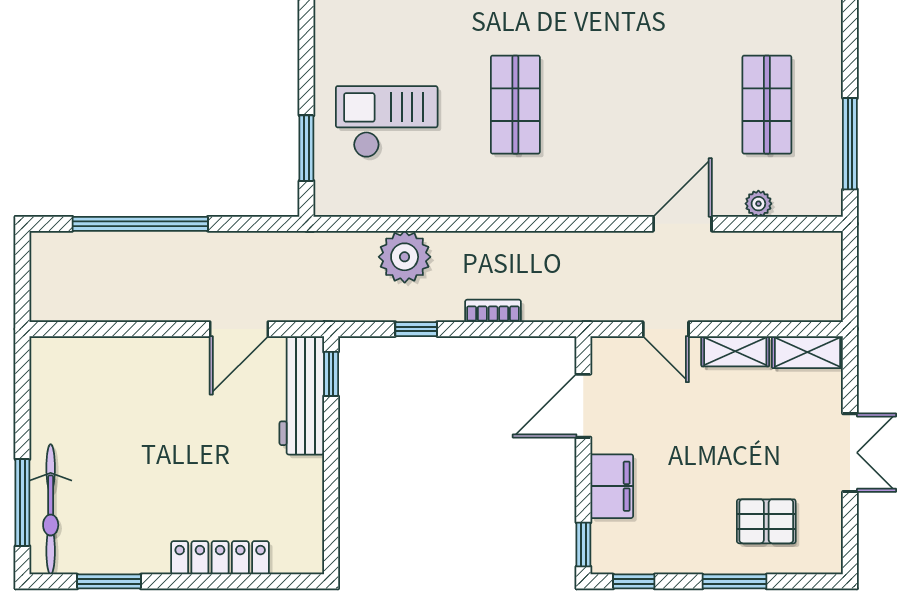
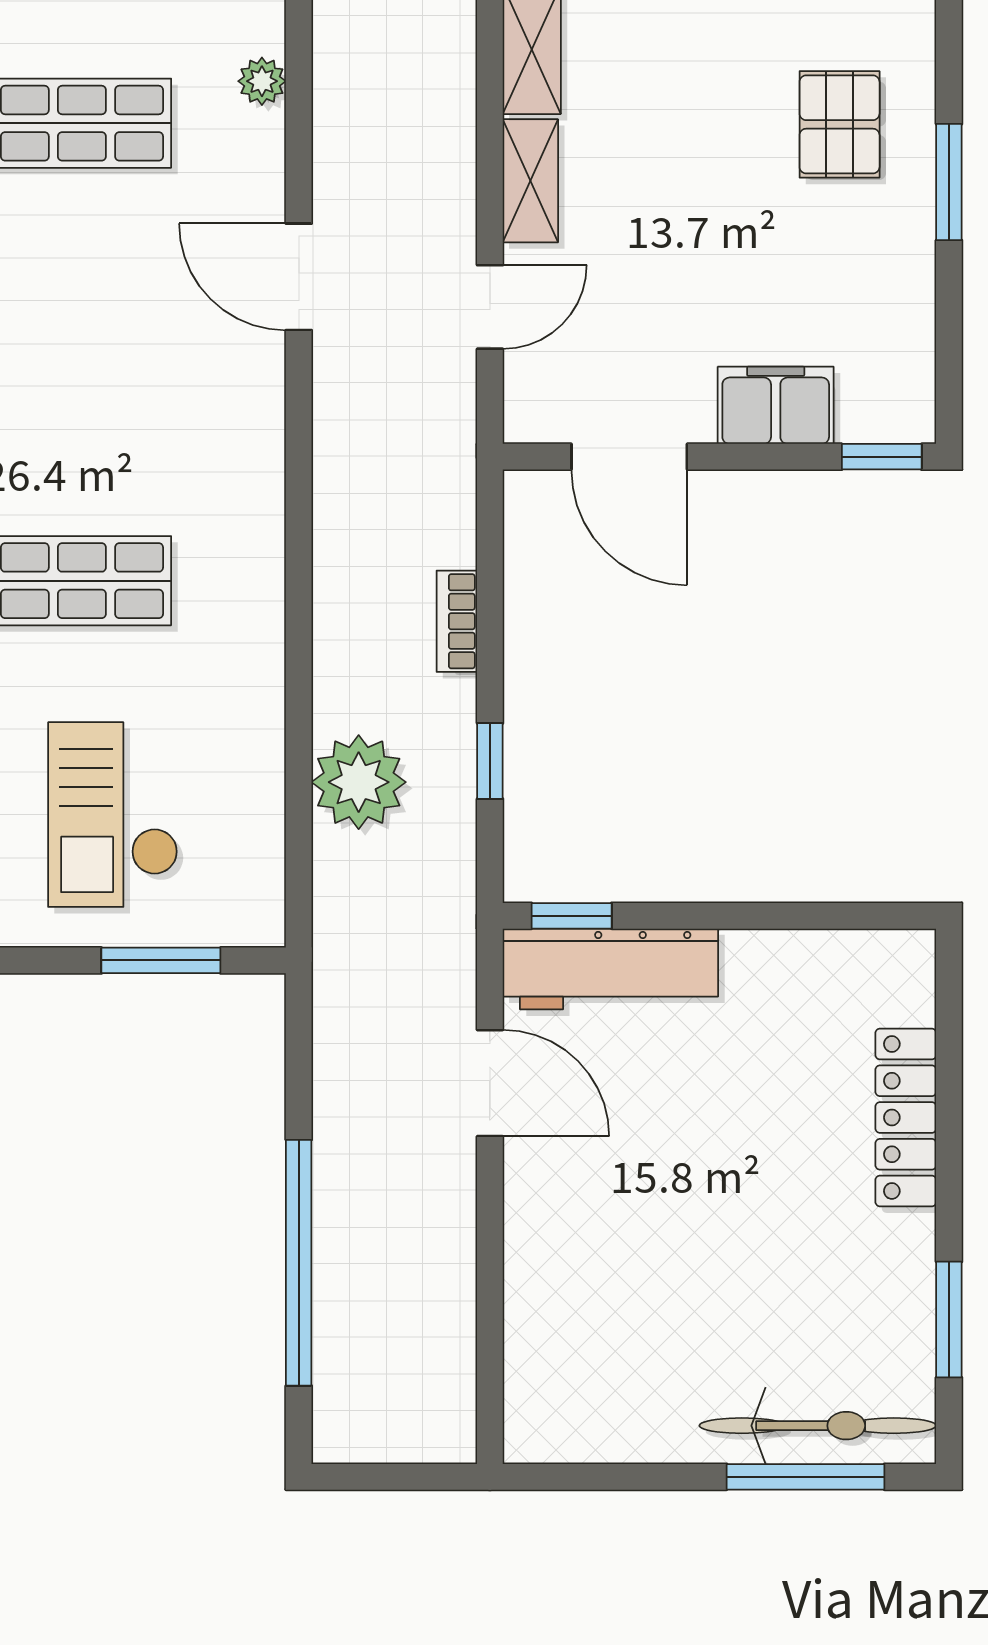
plant: (758, 204) -> (262, 81), moved
window: (634, 581) -> (949, 365), removed

